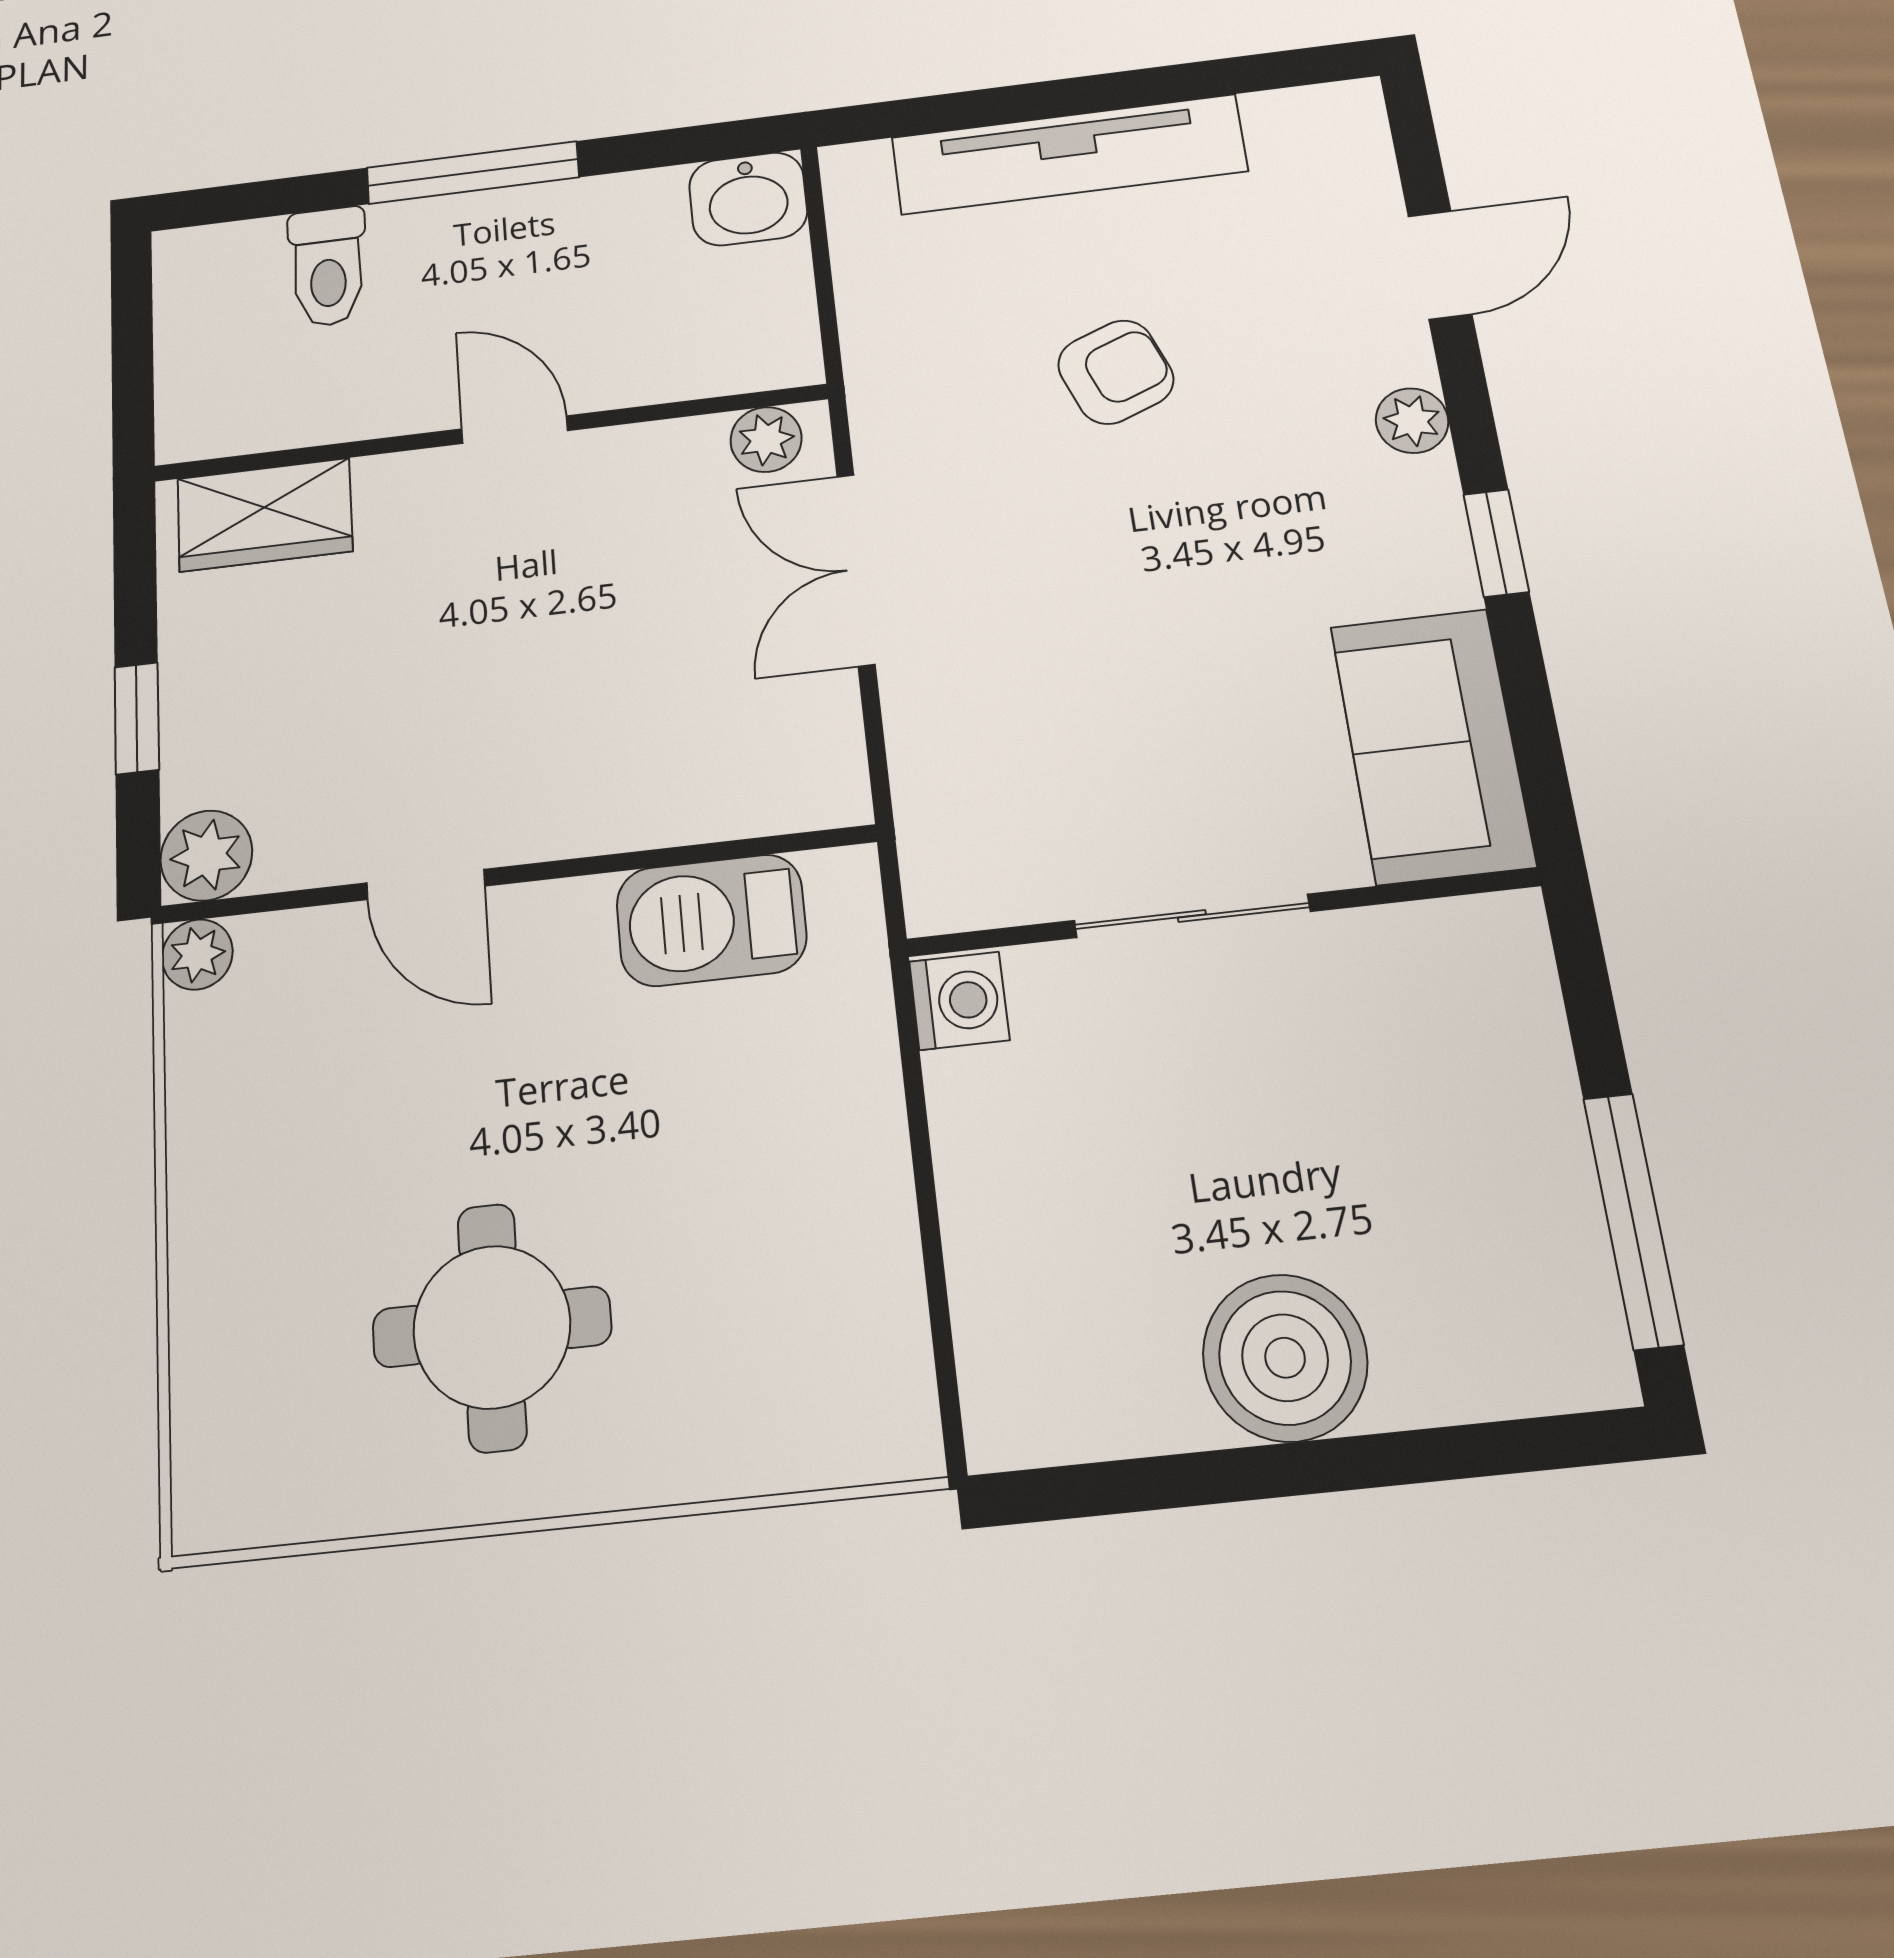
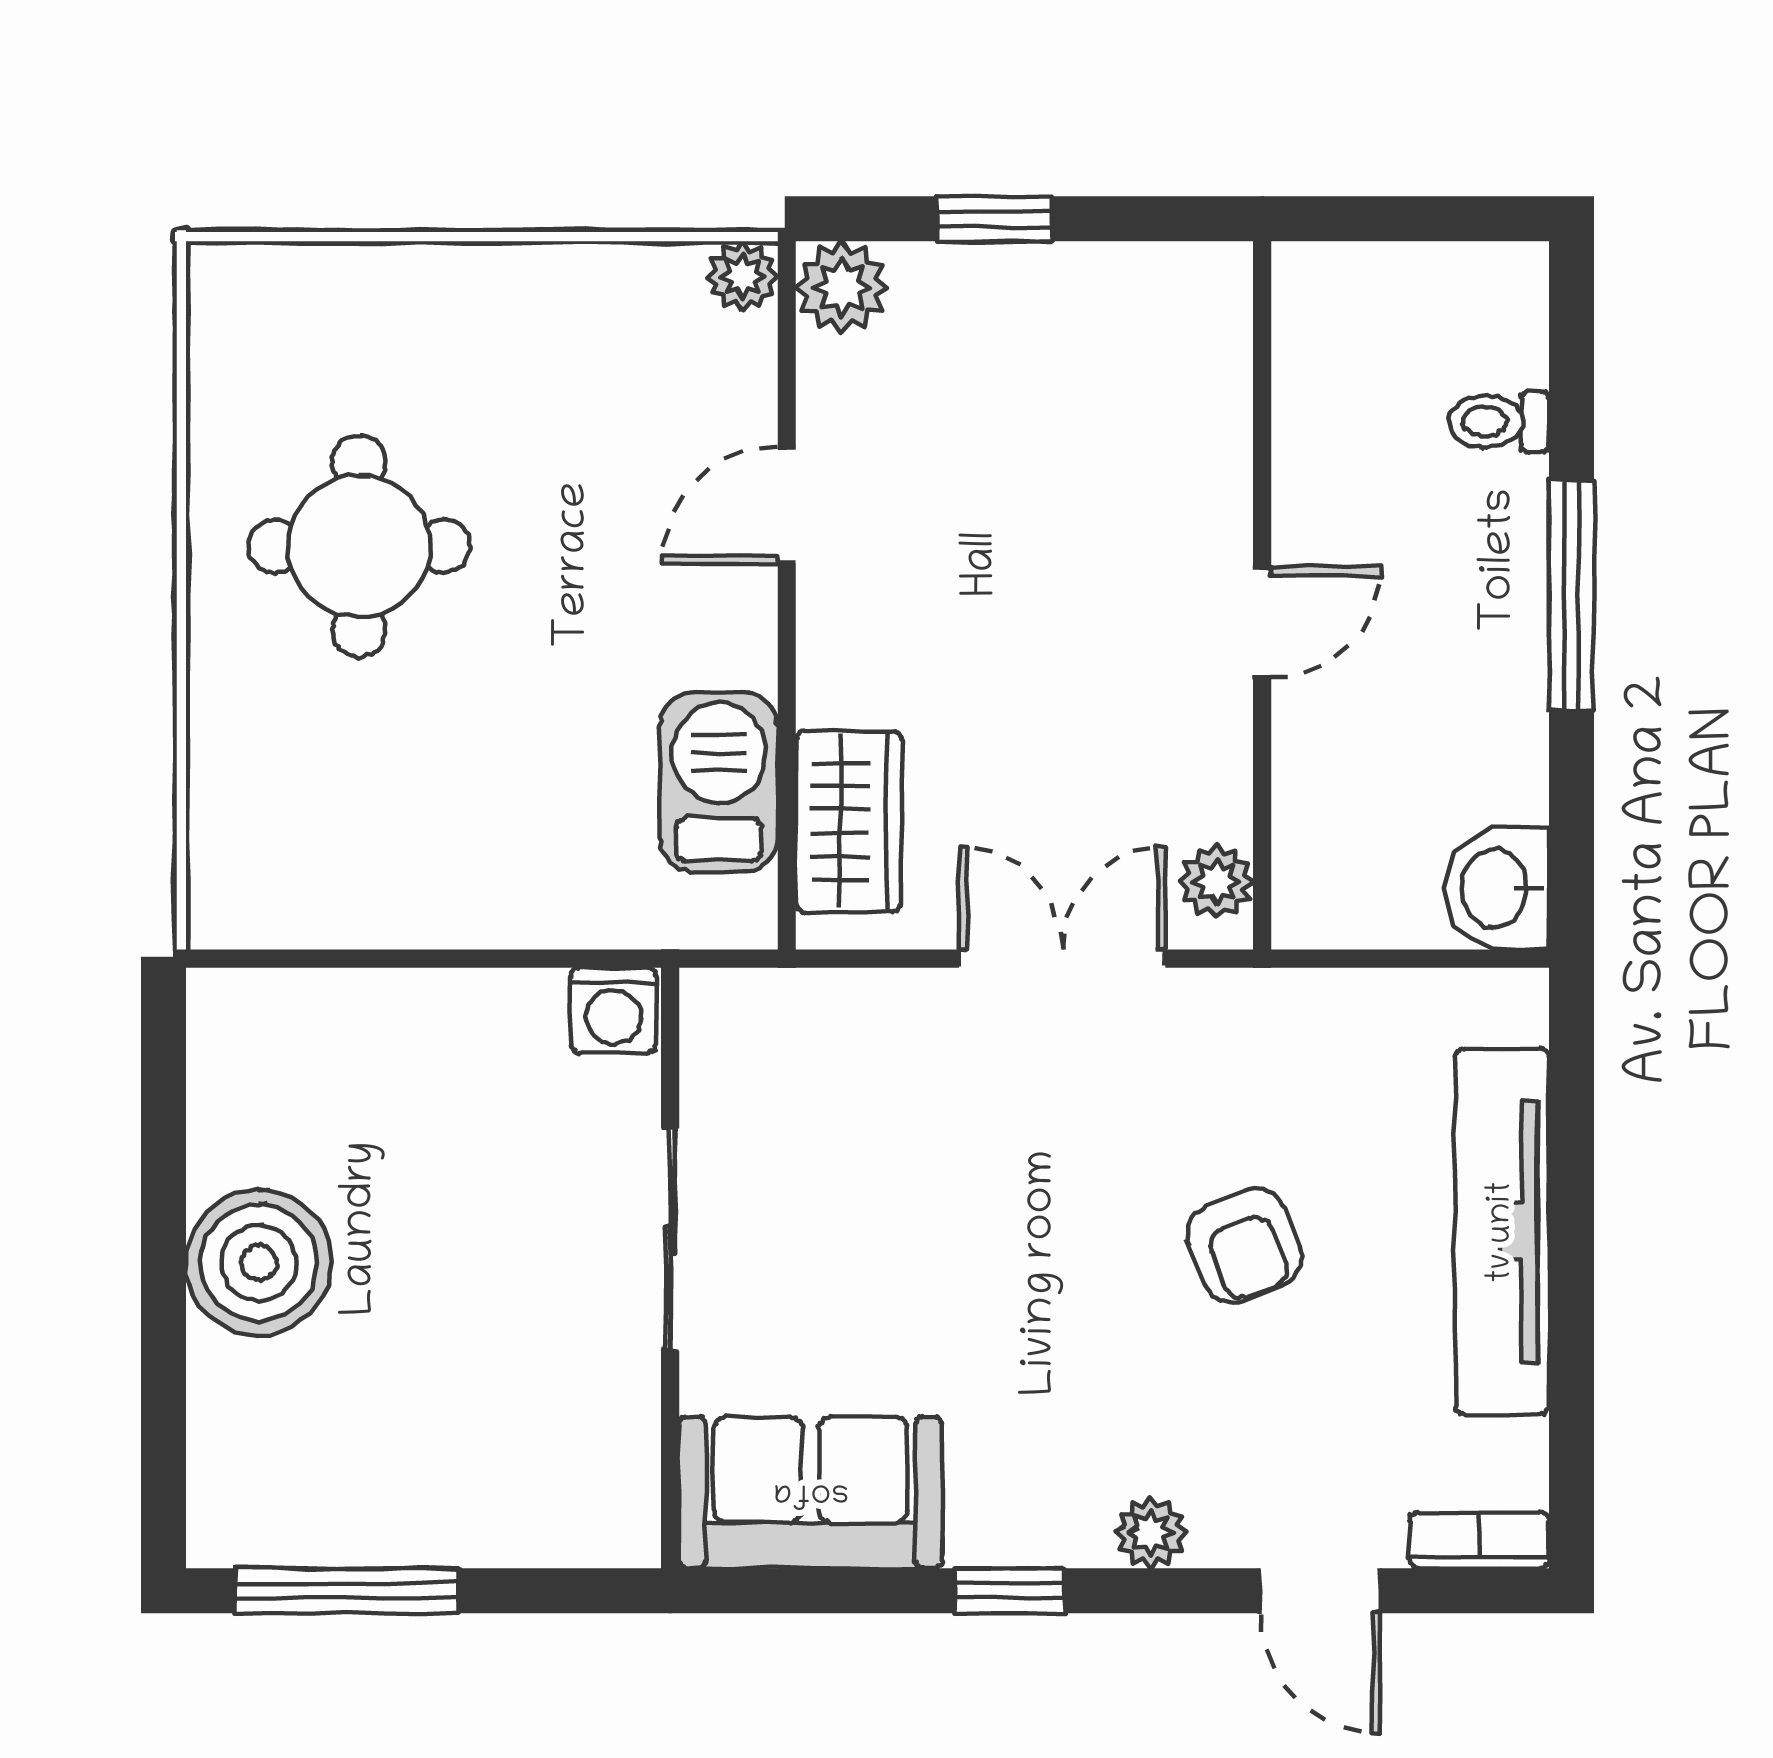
bookcase: (1365, 137) -> (1479, 1540), added
toilet: (328, 267) -> (1499, 421), width x0.73, depth x0.72
wardrobe: (265, 515) -> (848, 821), moved, turned 180

